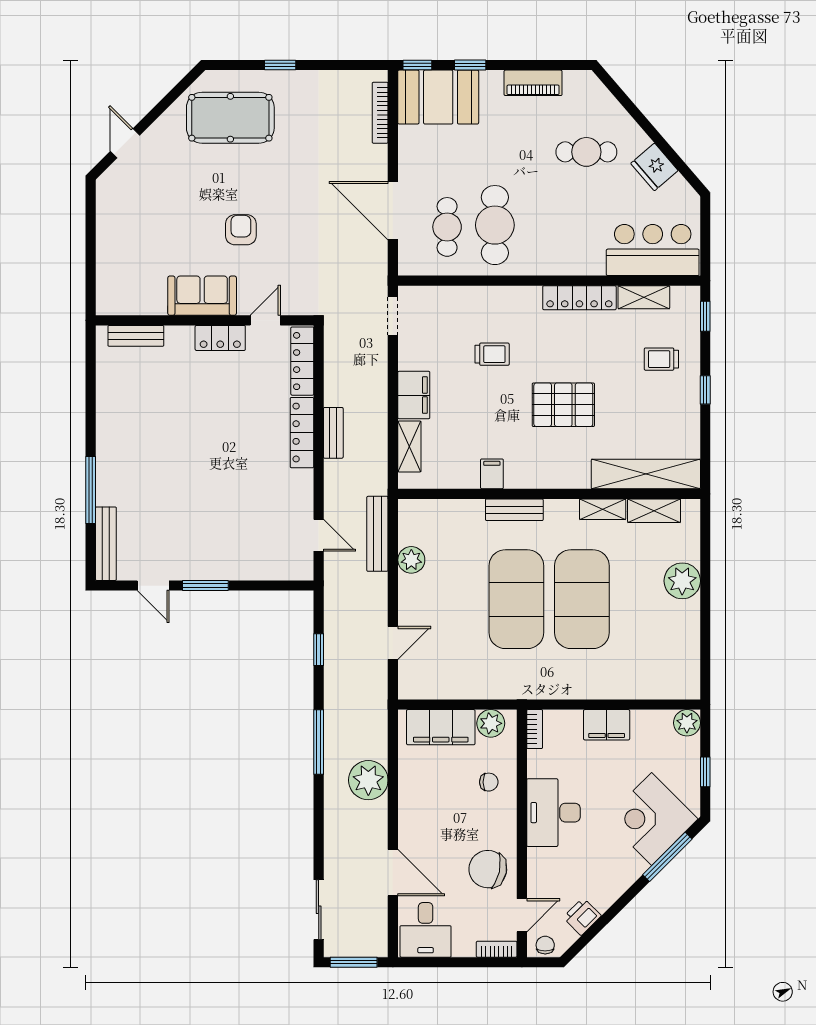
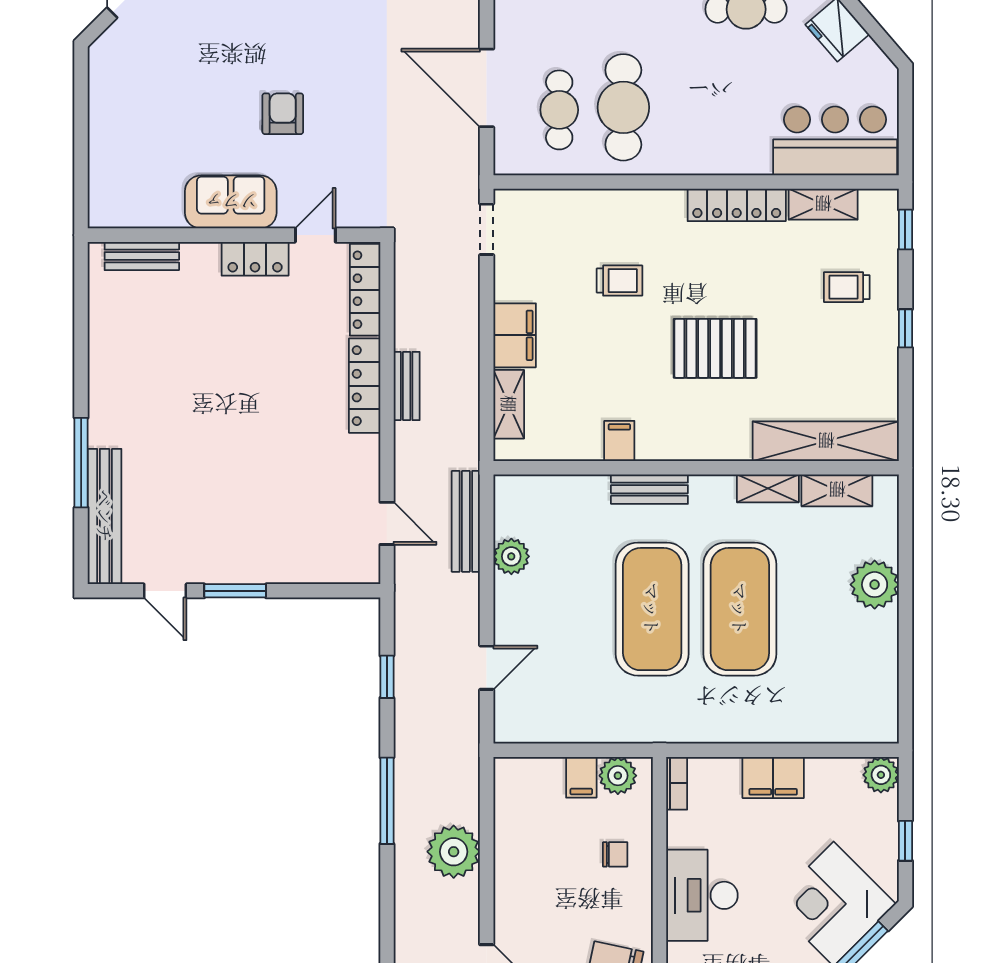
bench: (106, 544) -> (105, 516), width x1.37, depth x1.21
filing cabinet: (441, 727) -> (581, 777), width x0.33, depth x0.86

